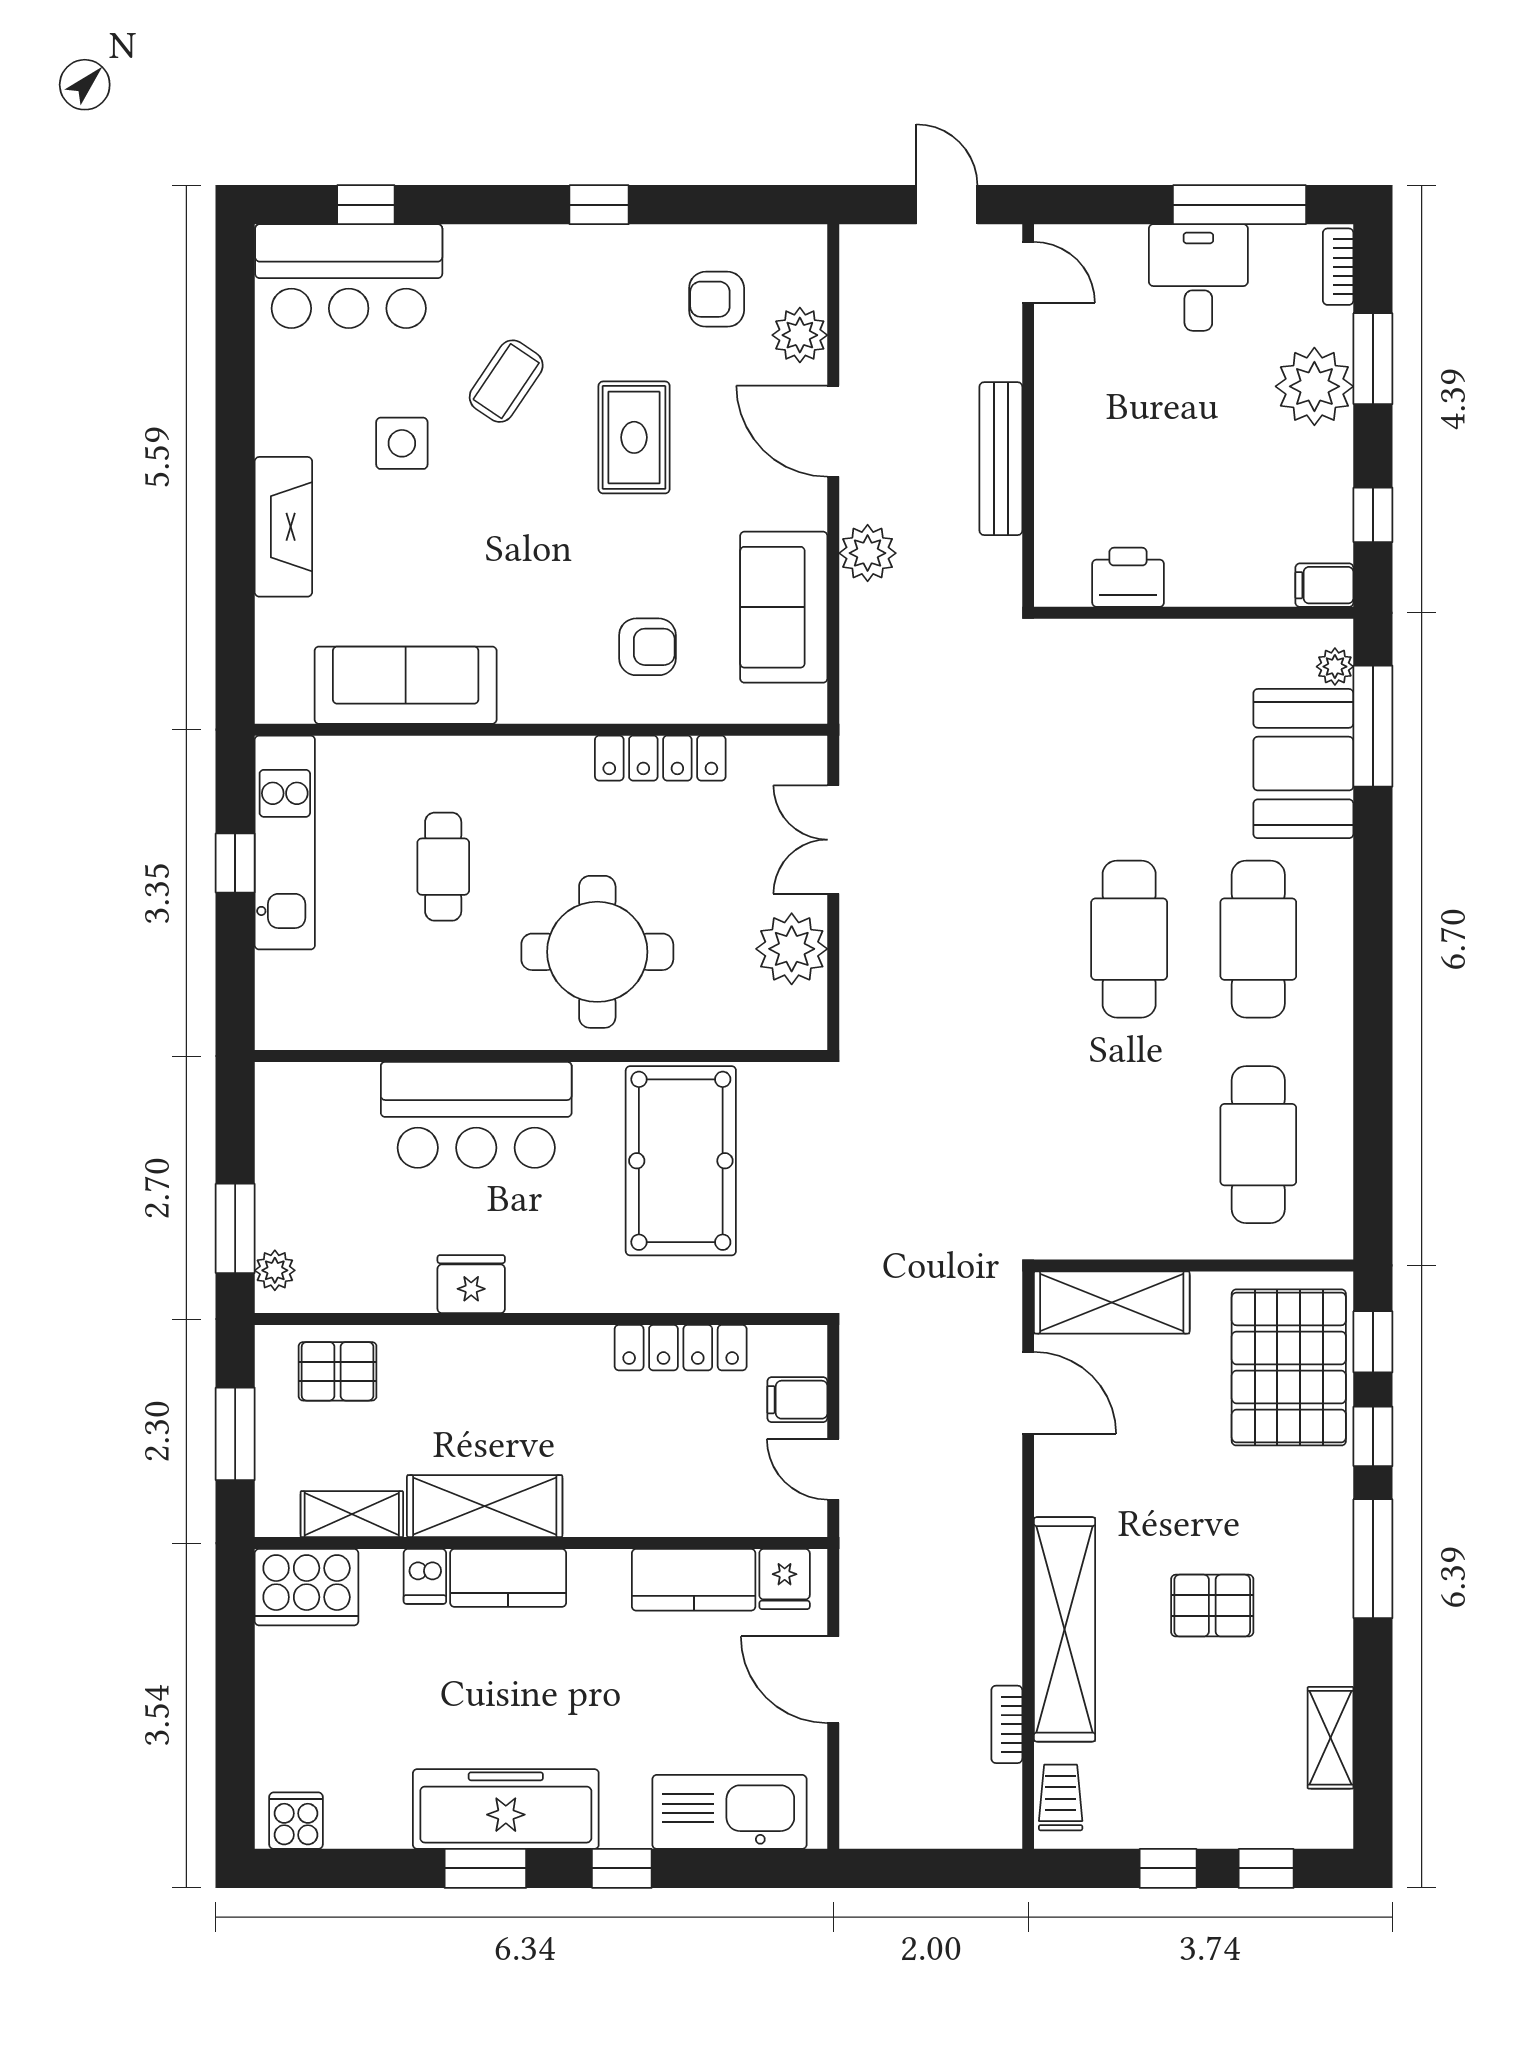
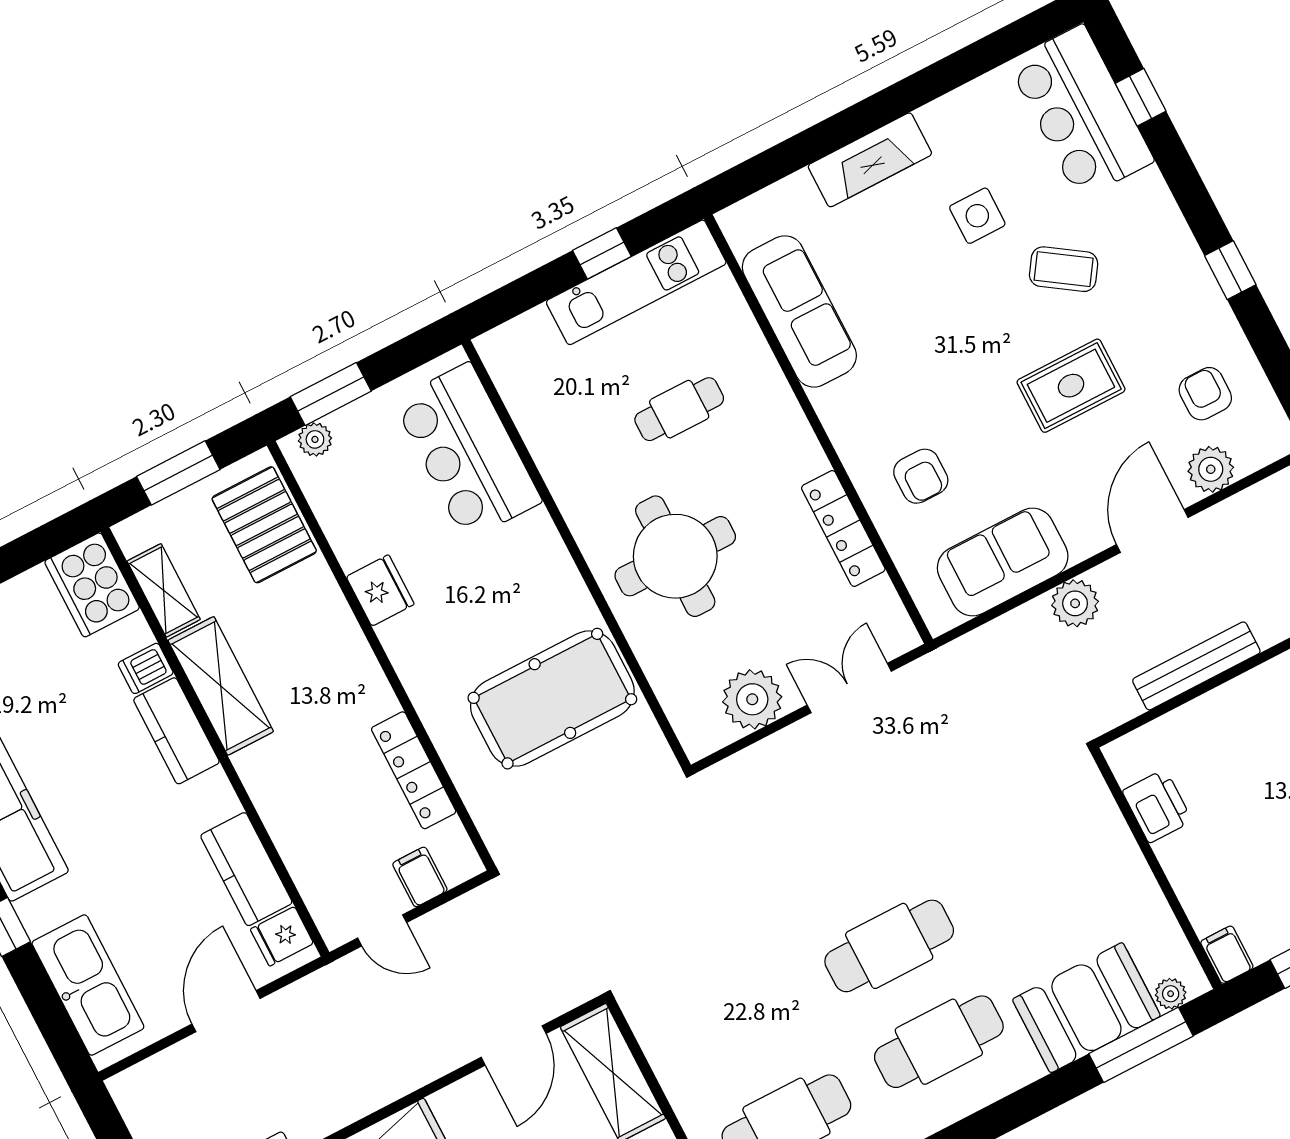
bar counter: (476, 1115) -> (467, 451), moved
pallet: (338, 1371) -> (264, 525), width x1.50, depth x1.42
door: (833, 1469) -> (382, 930), swing flipped

